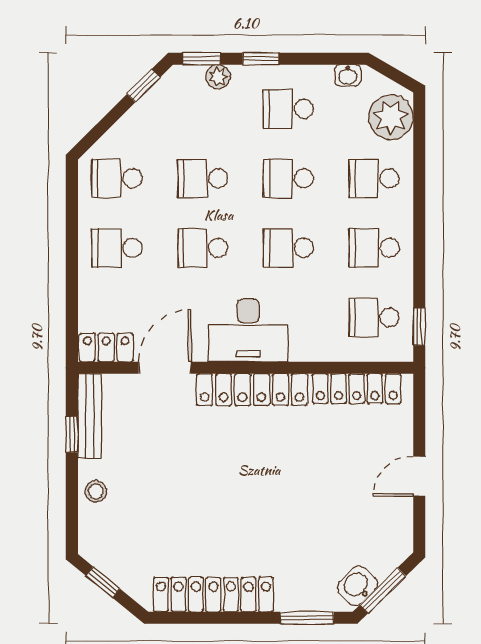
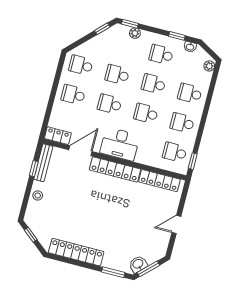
window: (261, 59) -> (177, 36), moved
plant: (391, 117) -> (209, 66), width x0.53, depth x0.53

